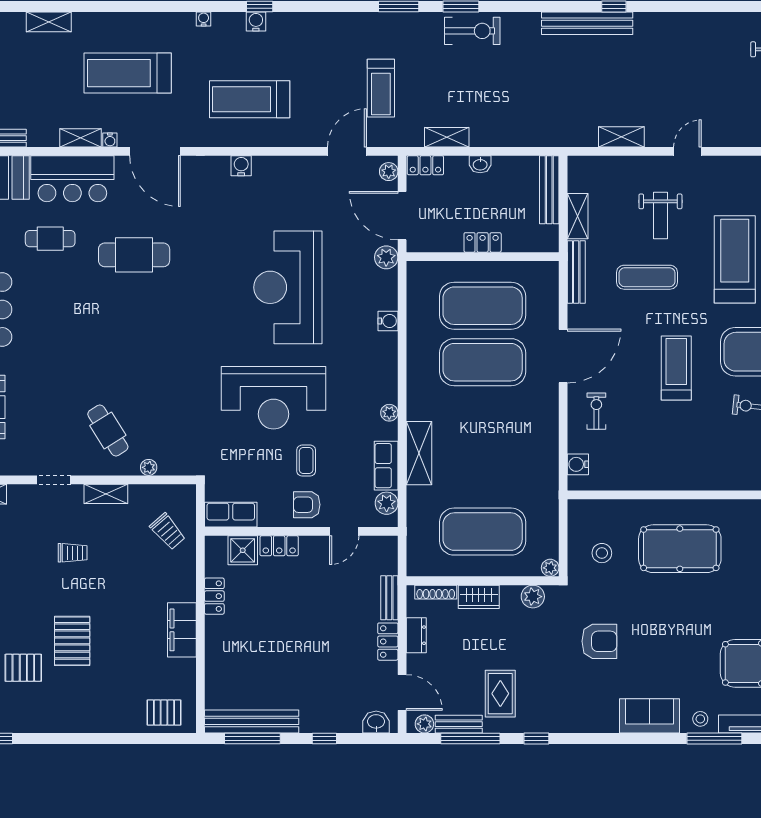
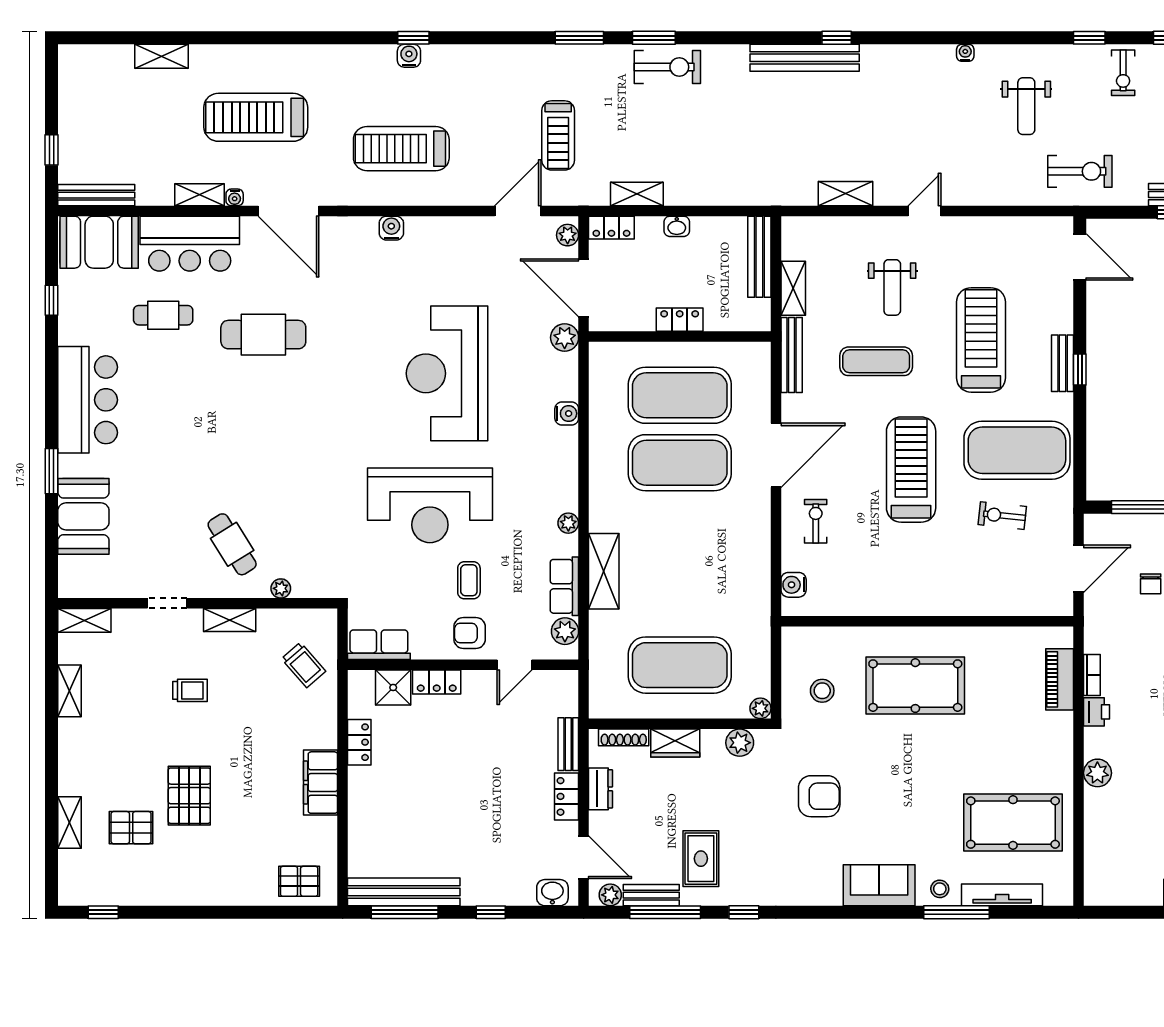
water cooler: (204, 19) -> (965, 53), moved
treadmill: (676, 368) -> (911, 470), width x1.37, depth x1.38

